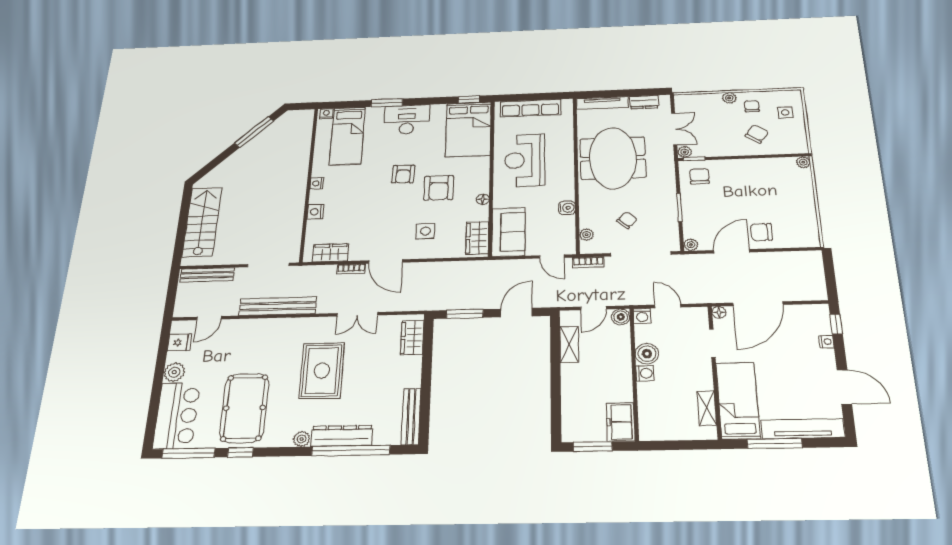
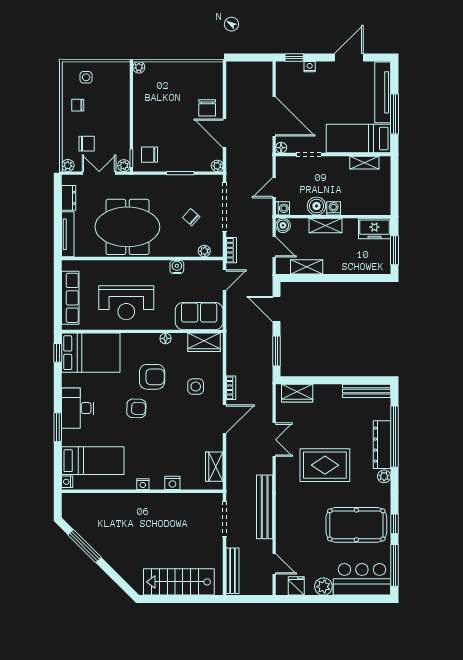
plant: (729, 98) -> (68, 165), moved
chair: (757, 134) -> (87, 144), moved, turned 145
bookcase: (351, 269) -> (231, 388), moved
shelving: (622, 364) -> (325, 226), added

